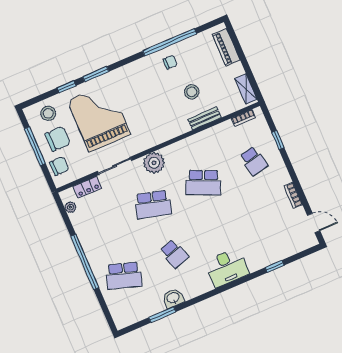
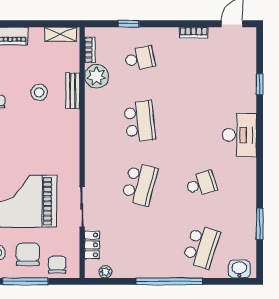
plant: (154, 163) -> (97, 76), moved
school desk: (203, 183) -> (140, 121), turned -30
washbasin: (173, 298) -> (239, 269), moved, turned 90

